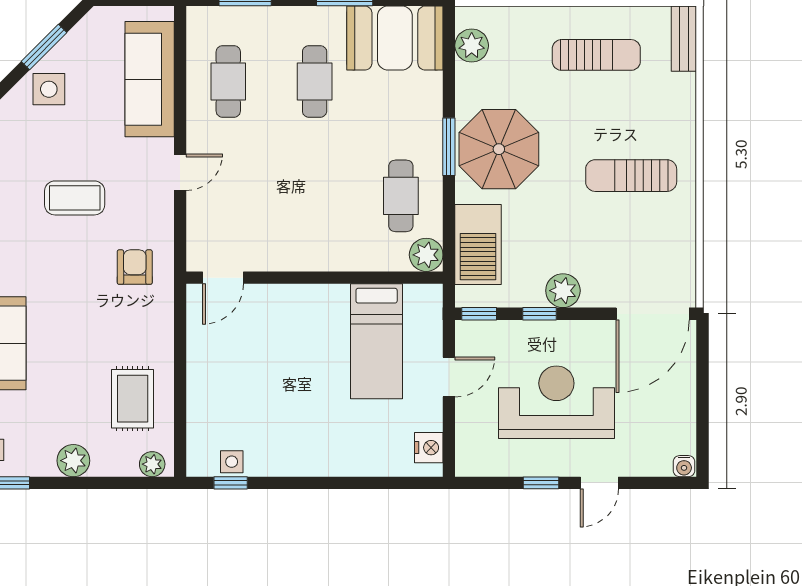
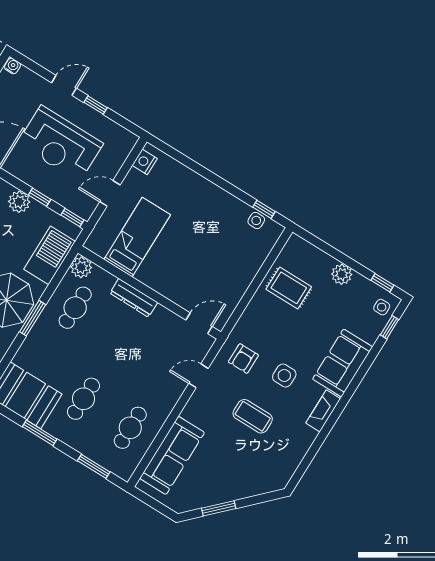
side table: (49, 89) -> (284, 376), moved
door: (180, 172) -> (199, 376), moved
dresser: (331, 257) -> (134, 298), added
rug: (133, 399) -> (289, 288), turned 90
plant: (152, 464) -> (300, 246), removed

